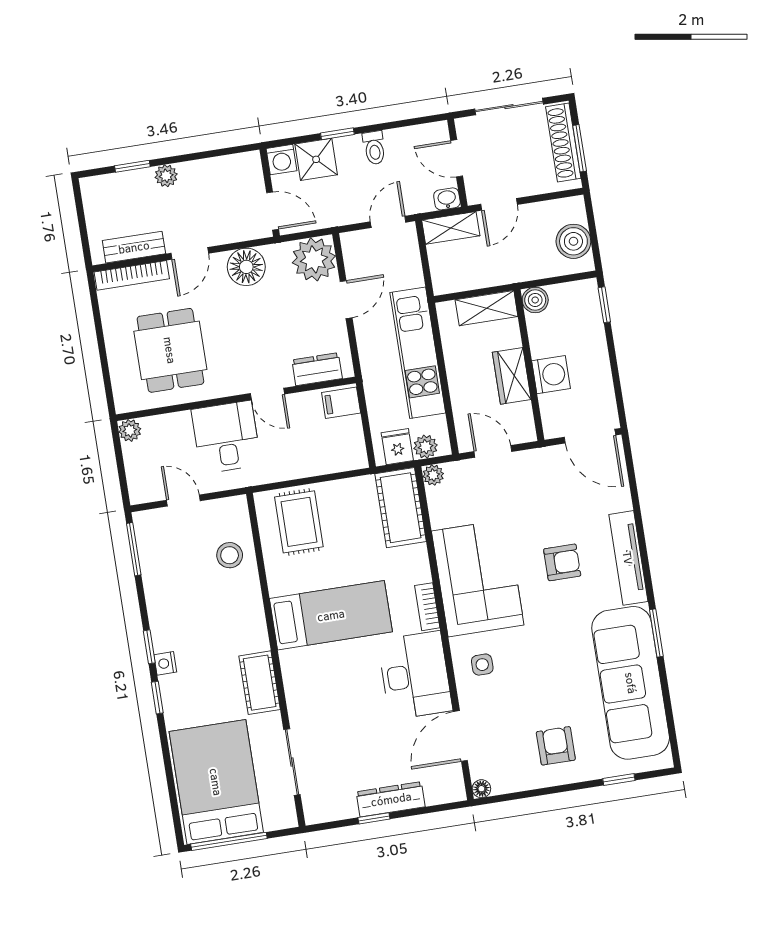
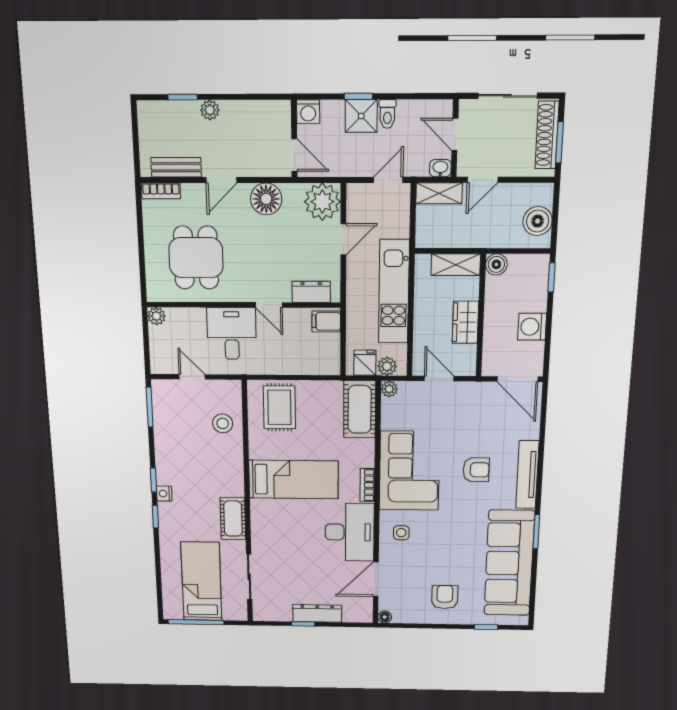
shower: (316, 159) -> (361, 116), moved
bookcase: (132, 275) -> (161, 191), width x0.64
washing machine: (551, 375) -> (532, 327), moved, turned 180
bed: (216, 782) -> (201, 581), width x0.67

